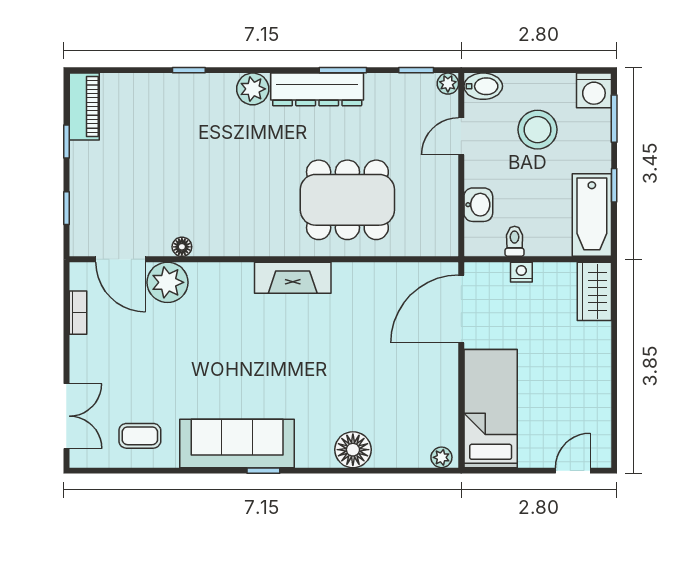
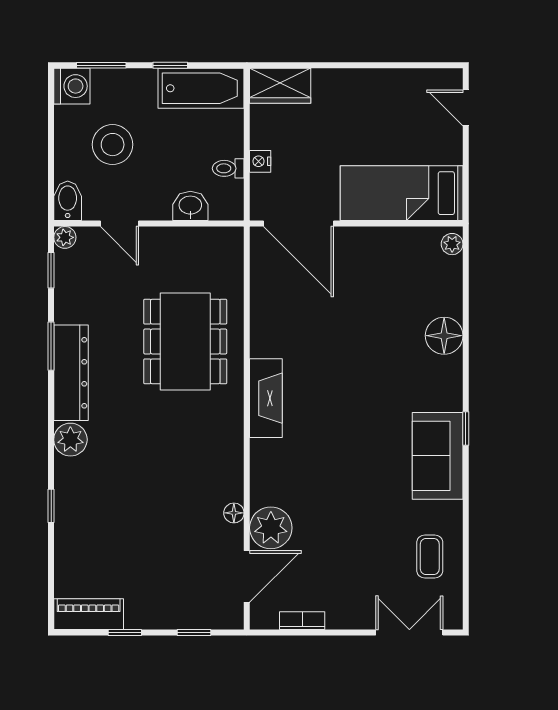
sofa: (237, 443) -> (438, 456), width x0.73

